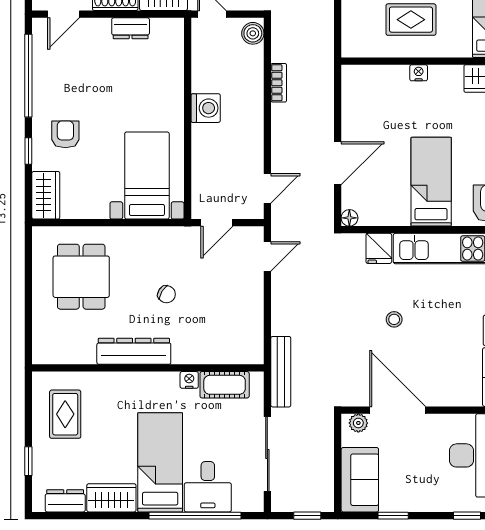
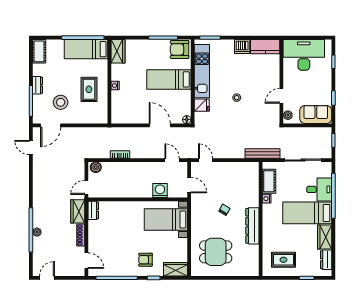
dresser: (131, 28) -> (93, 210), moved
washing machine: (206, 108) -> (160, 190), moved
door: (398, 410) -> (281, 96), width x0.53

